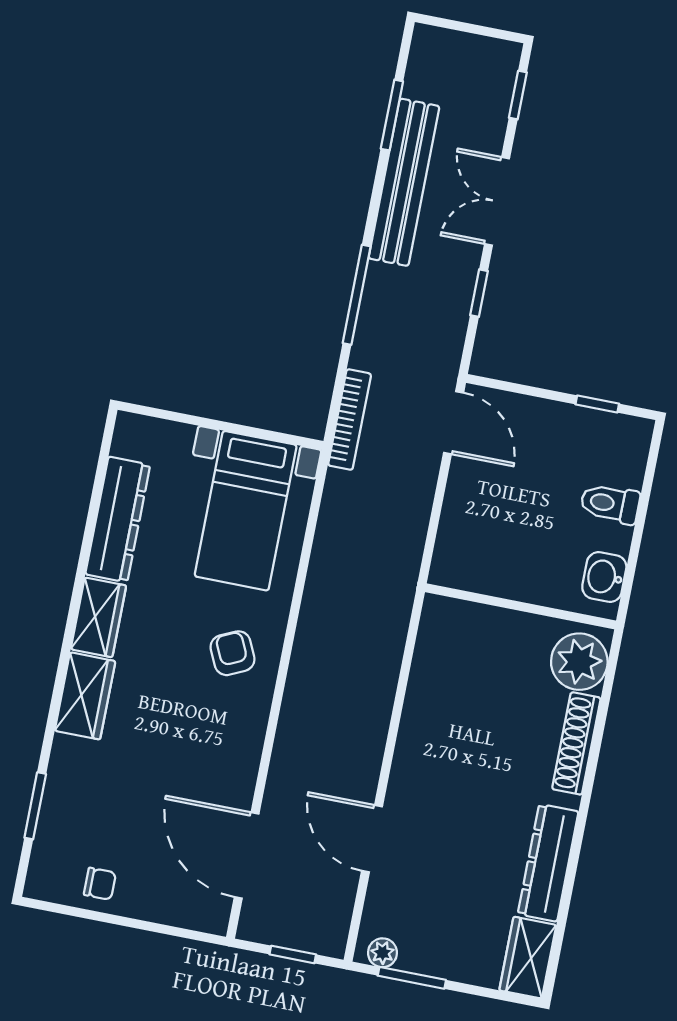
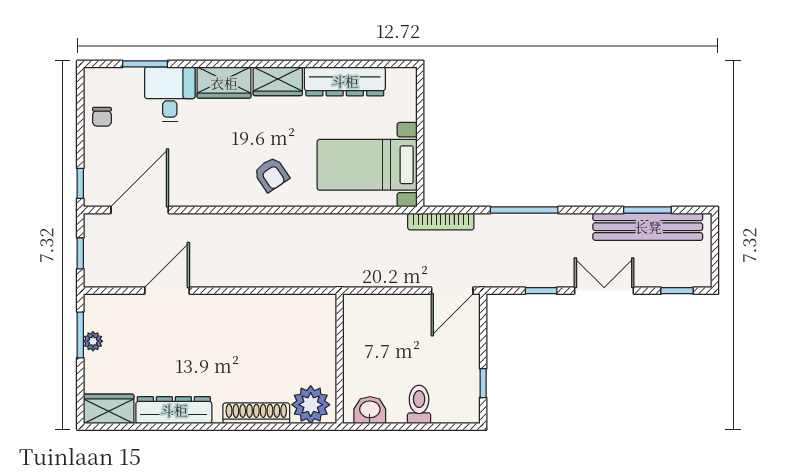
bench: (404, 182) -> (648, 227), moved
armchair: (233, 653) -> (271, 174), turned 81
desk: (86, 778) -> (170, 94), added
window: (191, 934) -> (80, 183), added
plant: (382, 953) -> (93, 341), moved

